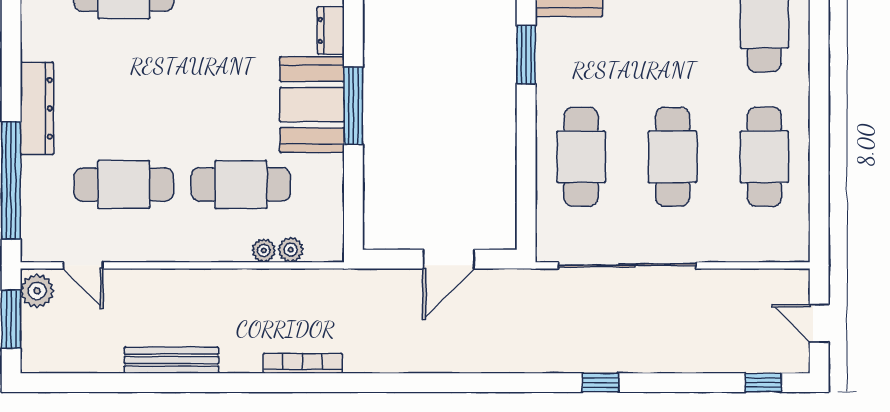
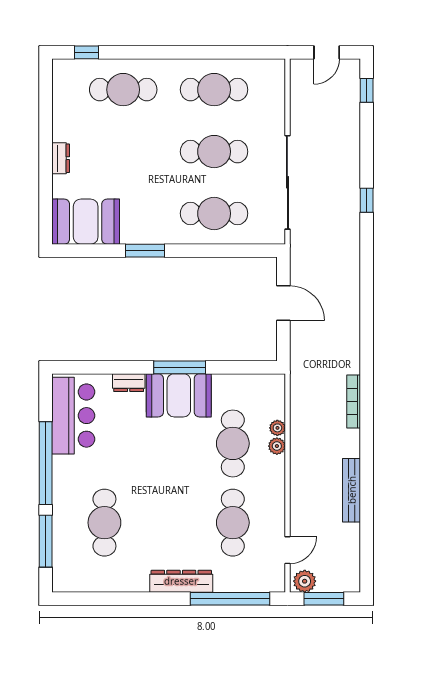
plant: (291, 250) -> (277, 446), moved

